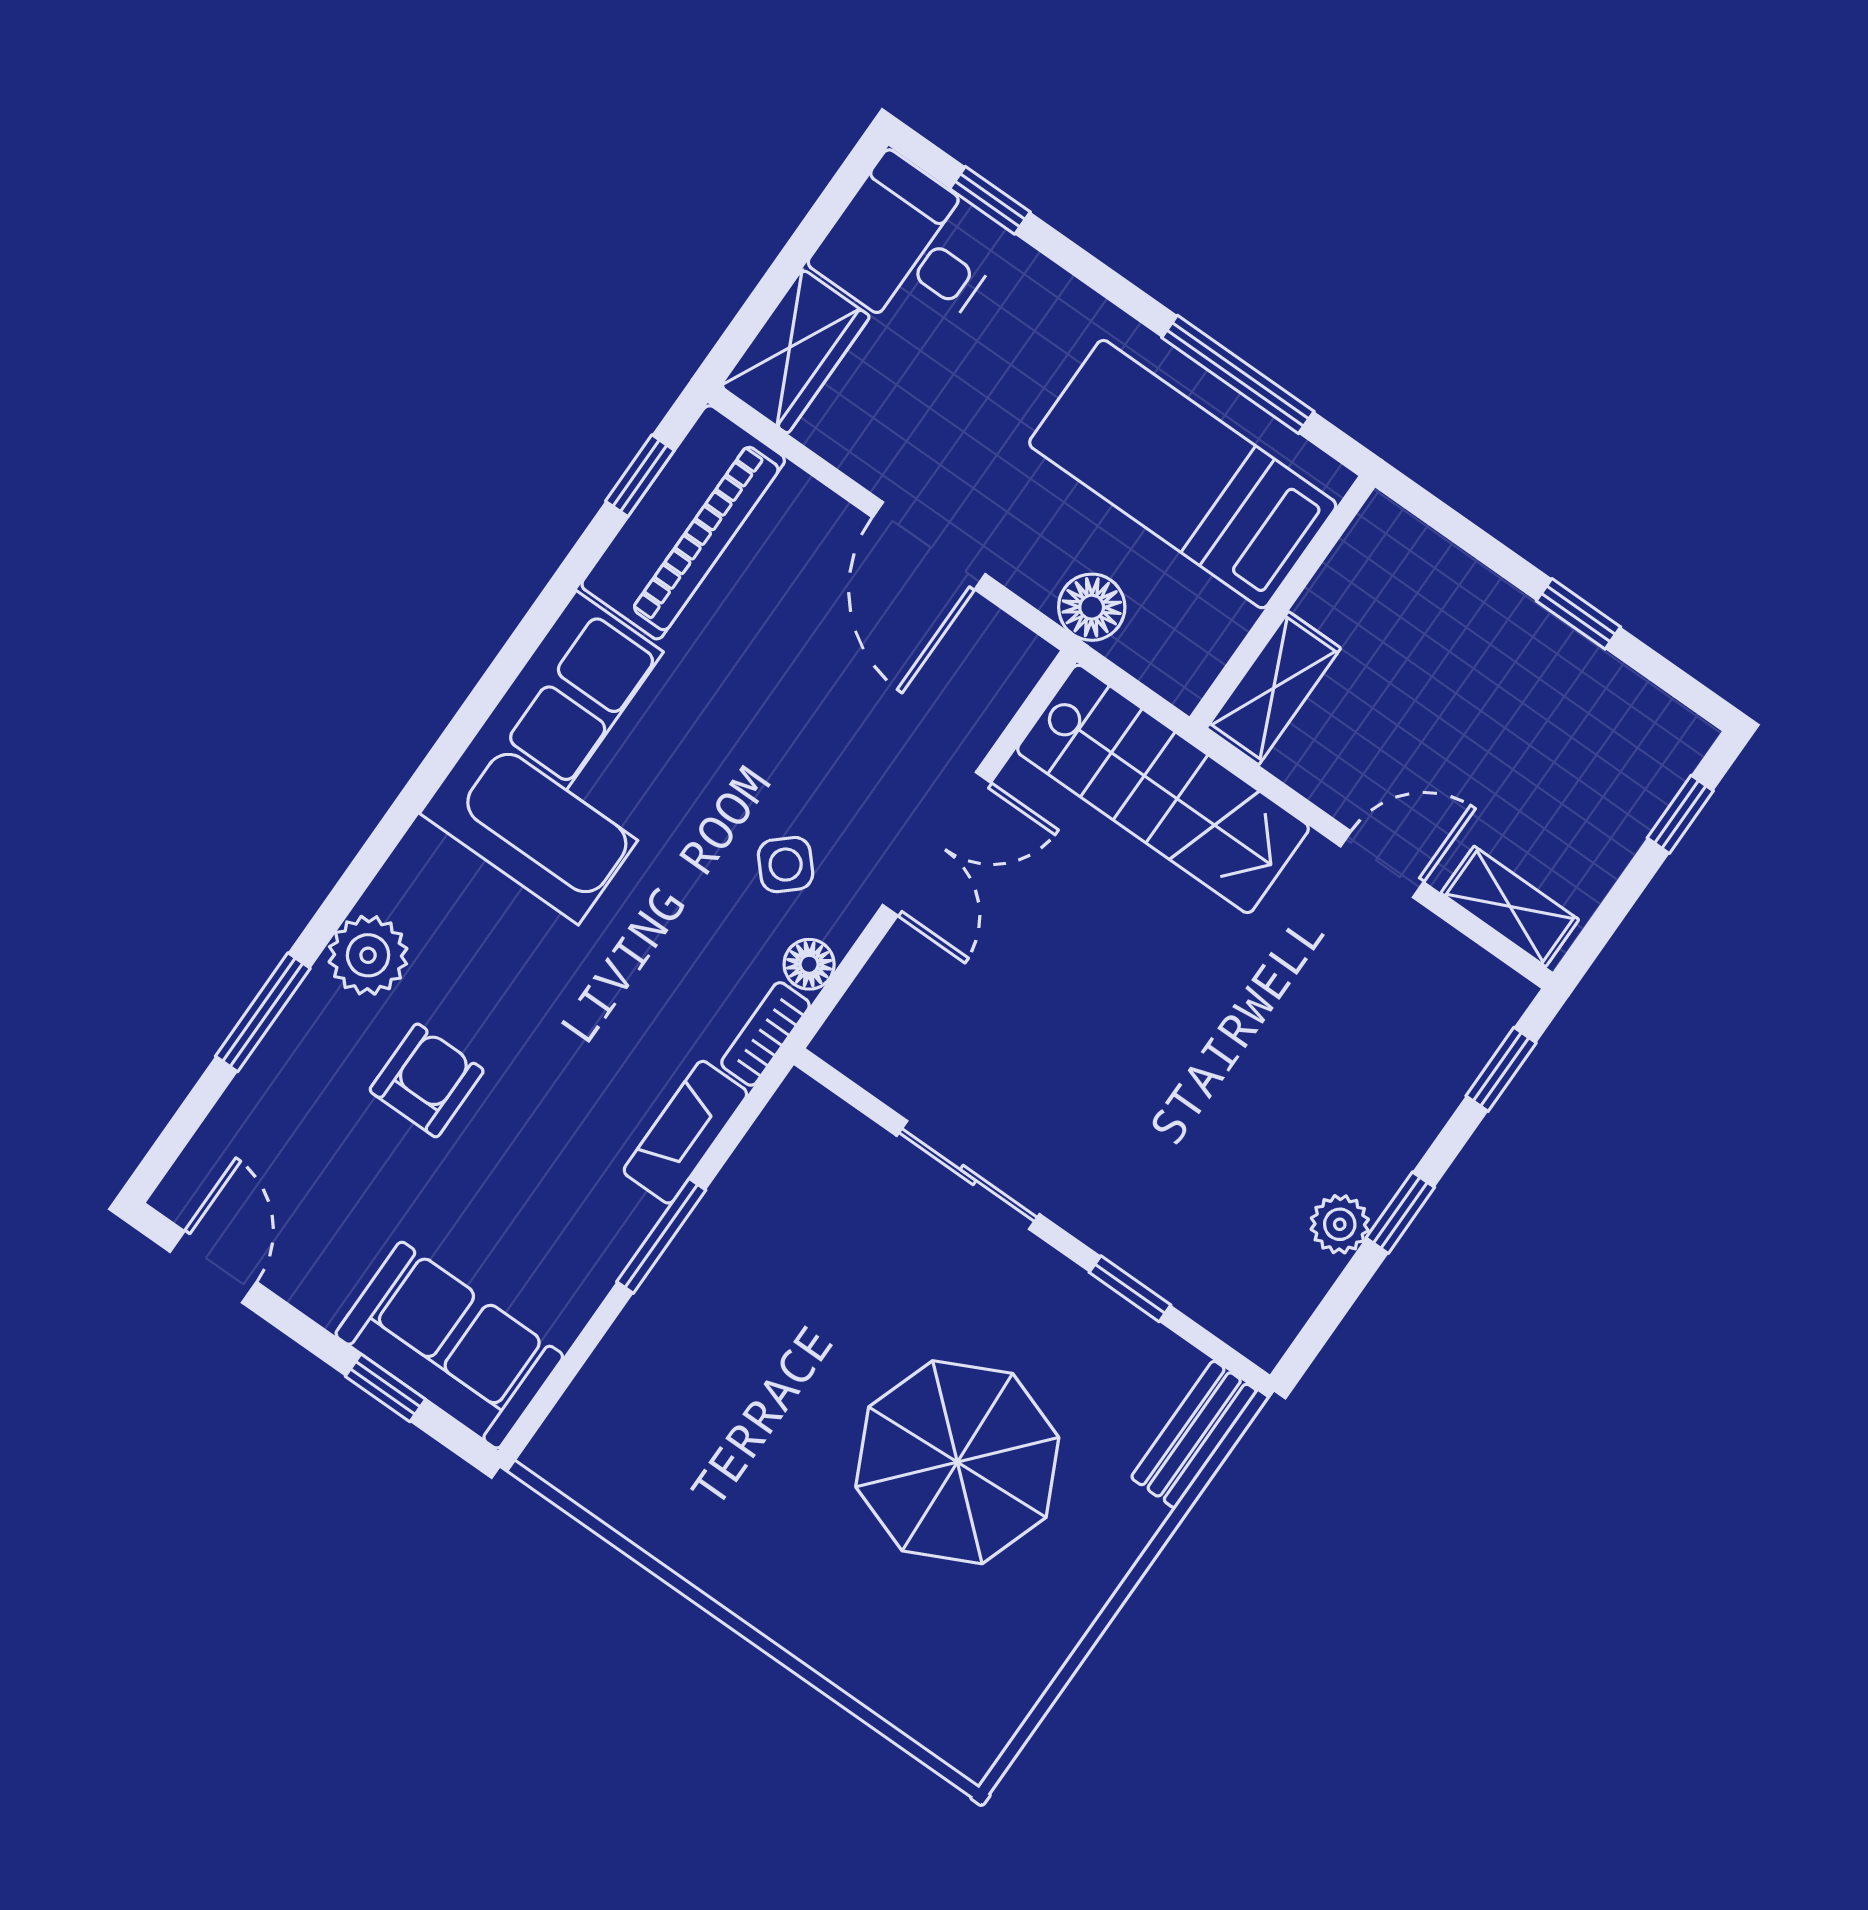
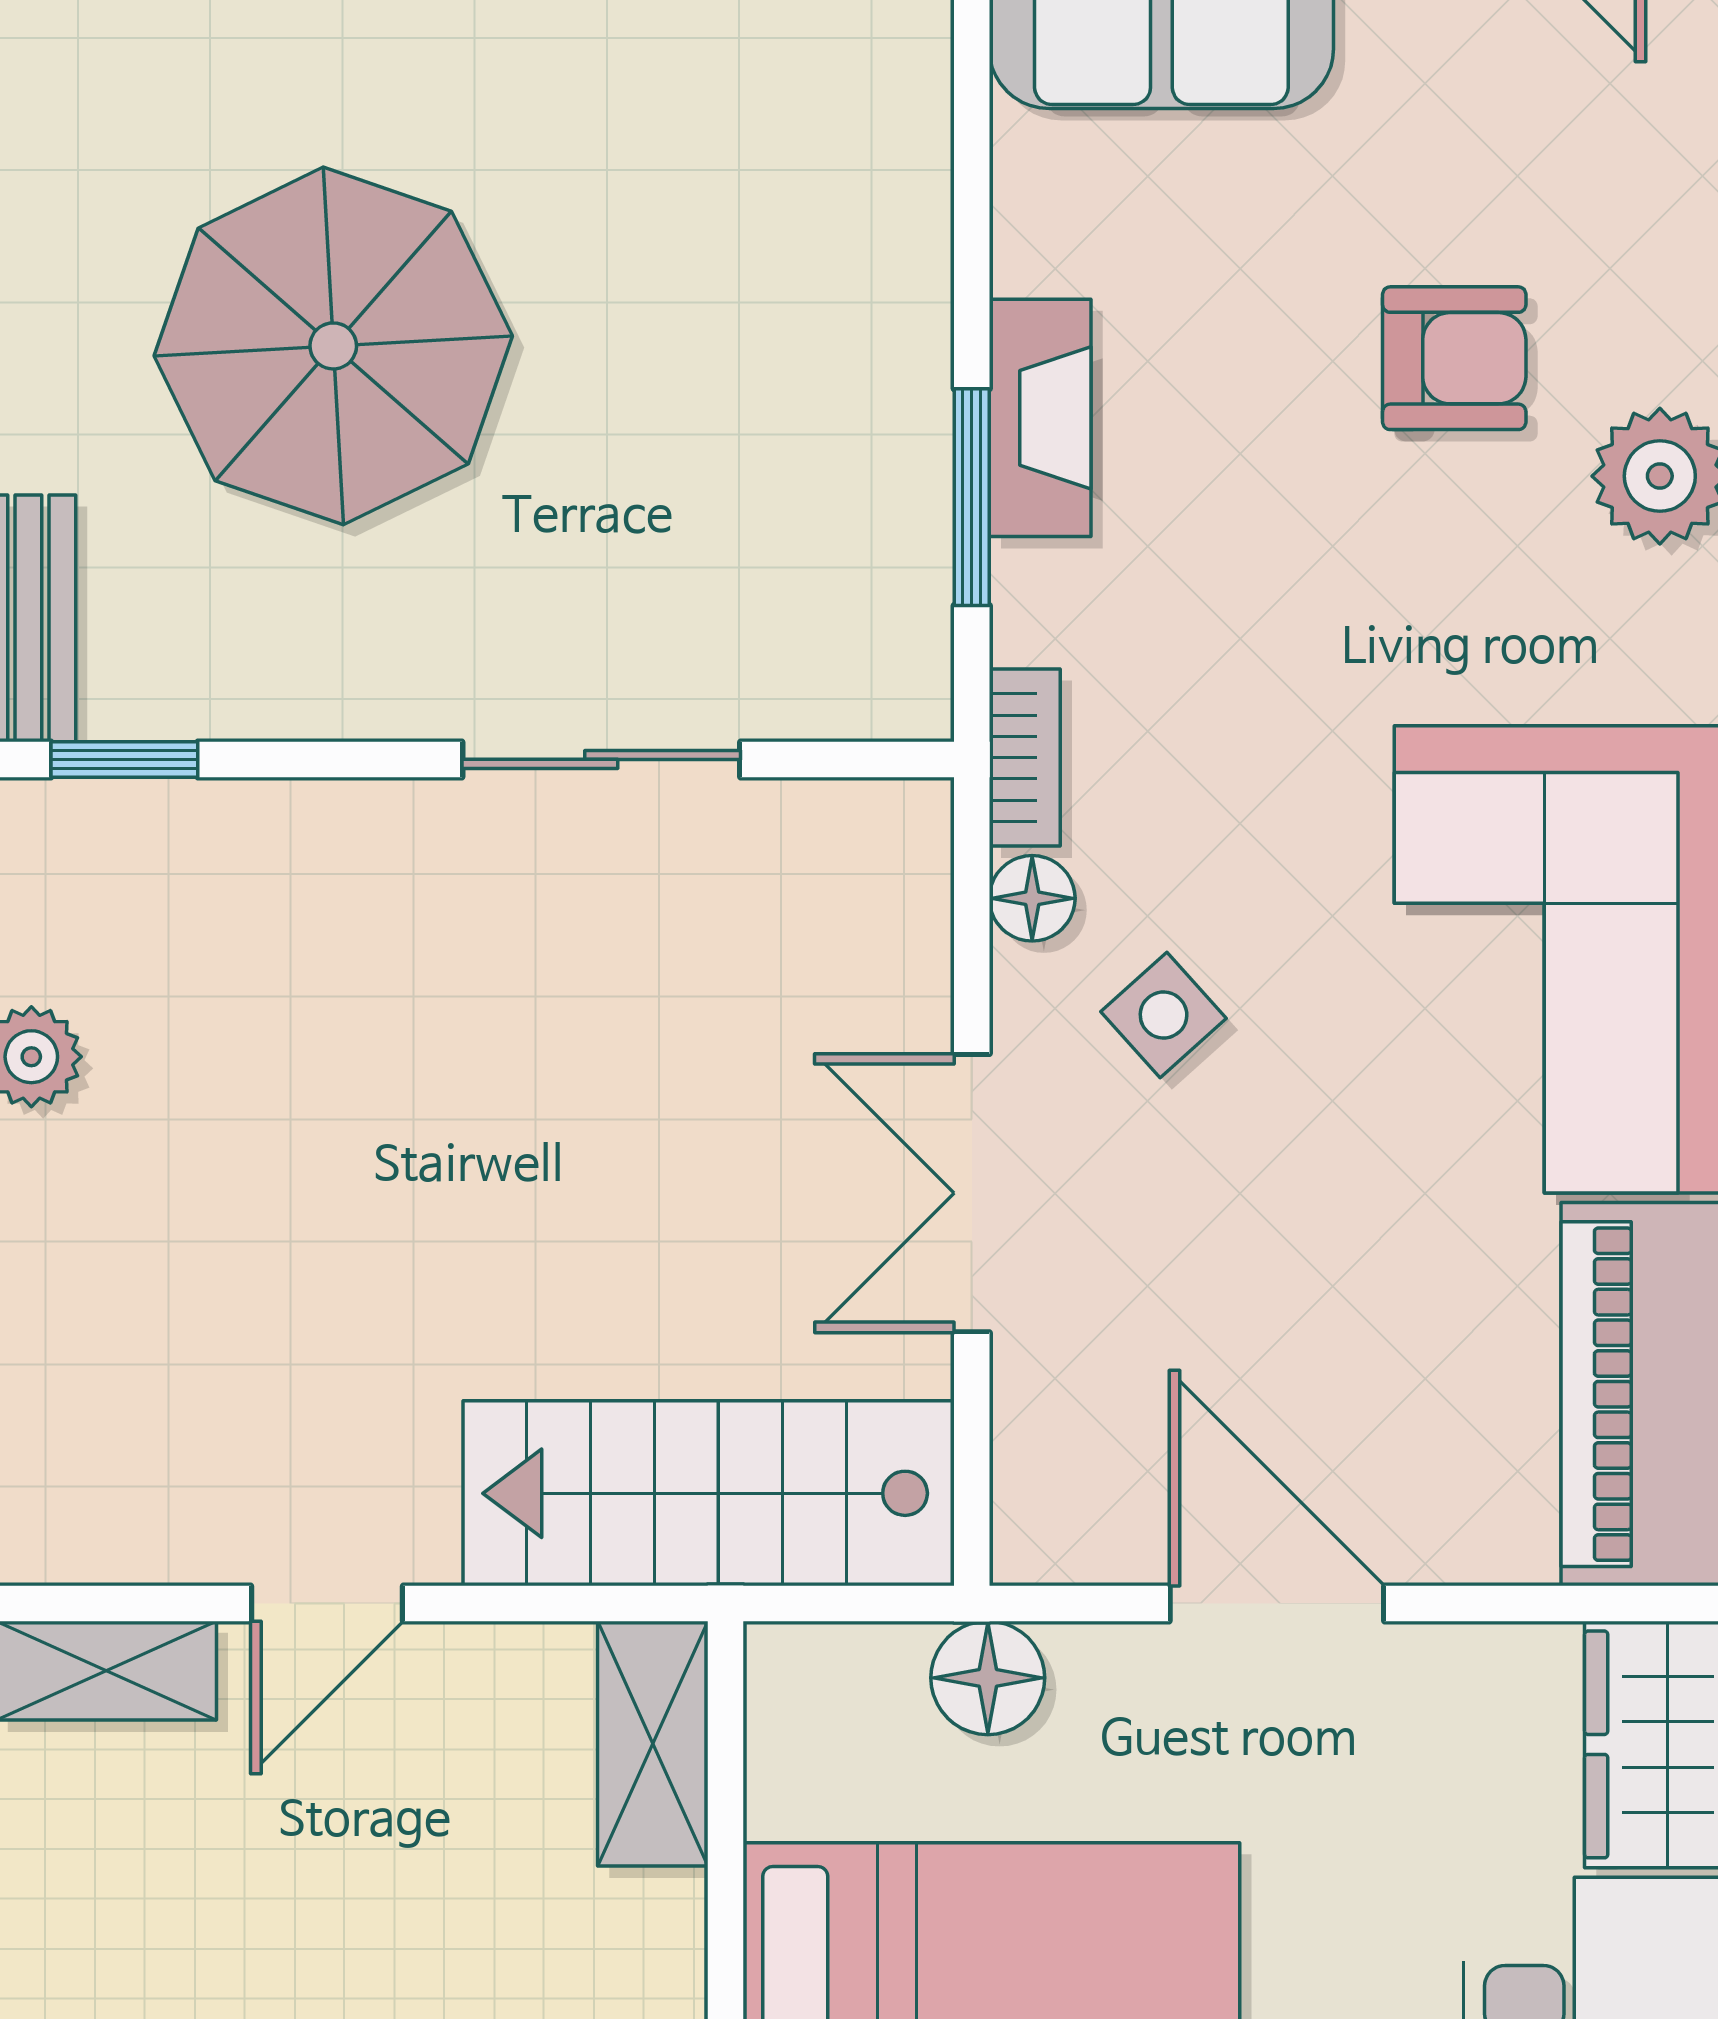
armchair: (427, 1080) -> (1454, 358), turned -90
fireplace: (685, 1132) -> (1040, 418), moved
window: (661, 1236) -> (972, 497), moved
window: (1130, 1289) -> (124, 759), moved

